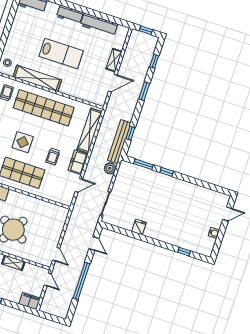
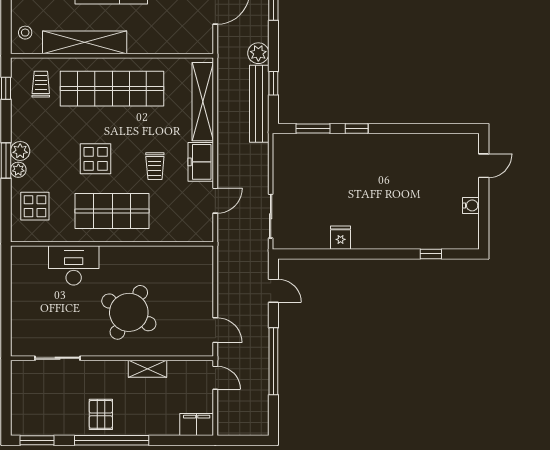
plant: (110, 168) -> (258, 53), moved

